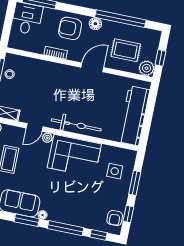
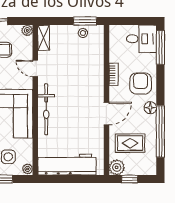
rug: (126, 50) -> (130, 143), turned 90
door: (92, 67) -> (106, 114), hinge flipped
plant: (47, 138) -> (28, 169), moved

